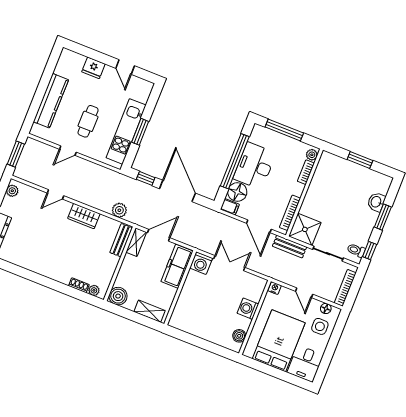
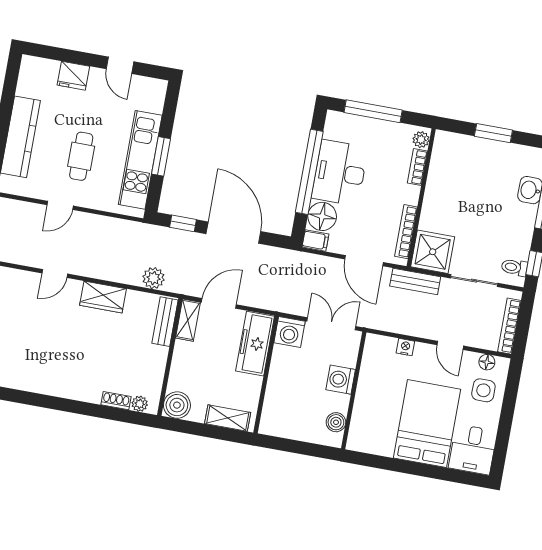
washing machine: (248, 309) -> (341, 380), moved
wall: (255, 317) -> (354, 390), moved
boiler: (239, 336) -> (336, 422), moved

